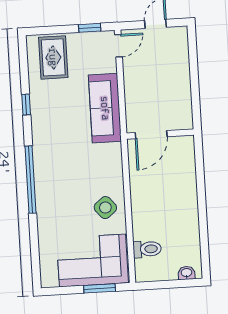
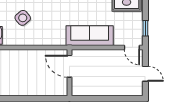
side table: (105, 208) -> (23, 18), moved

